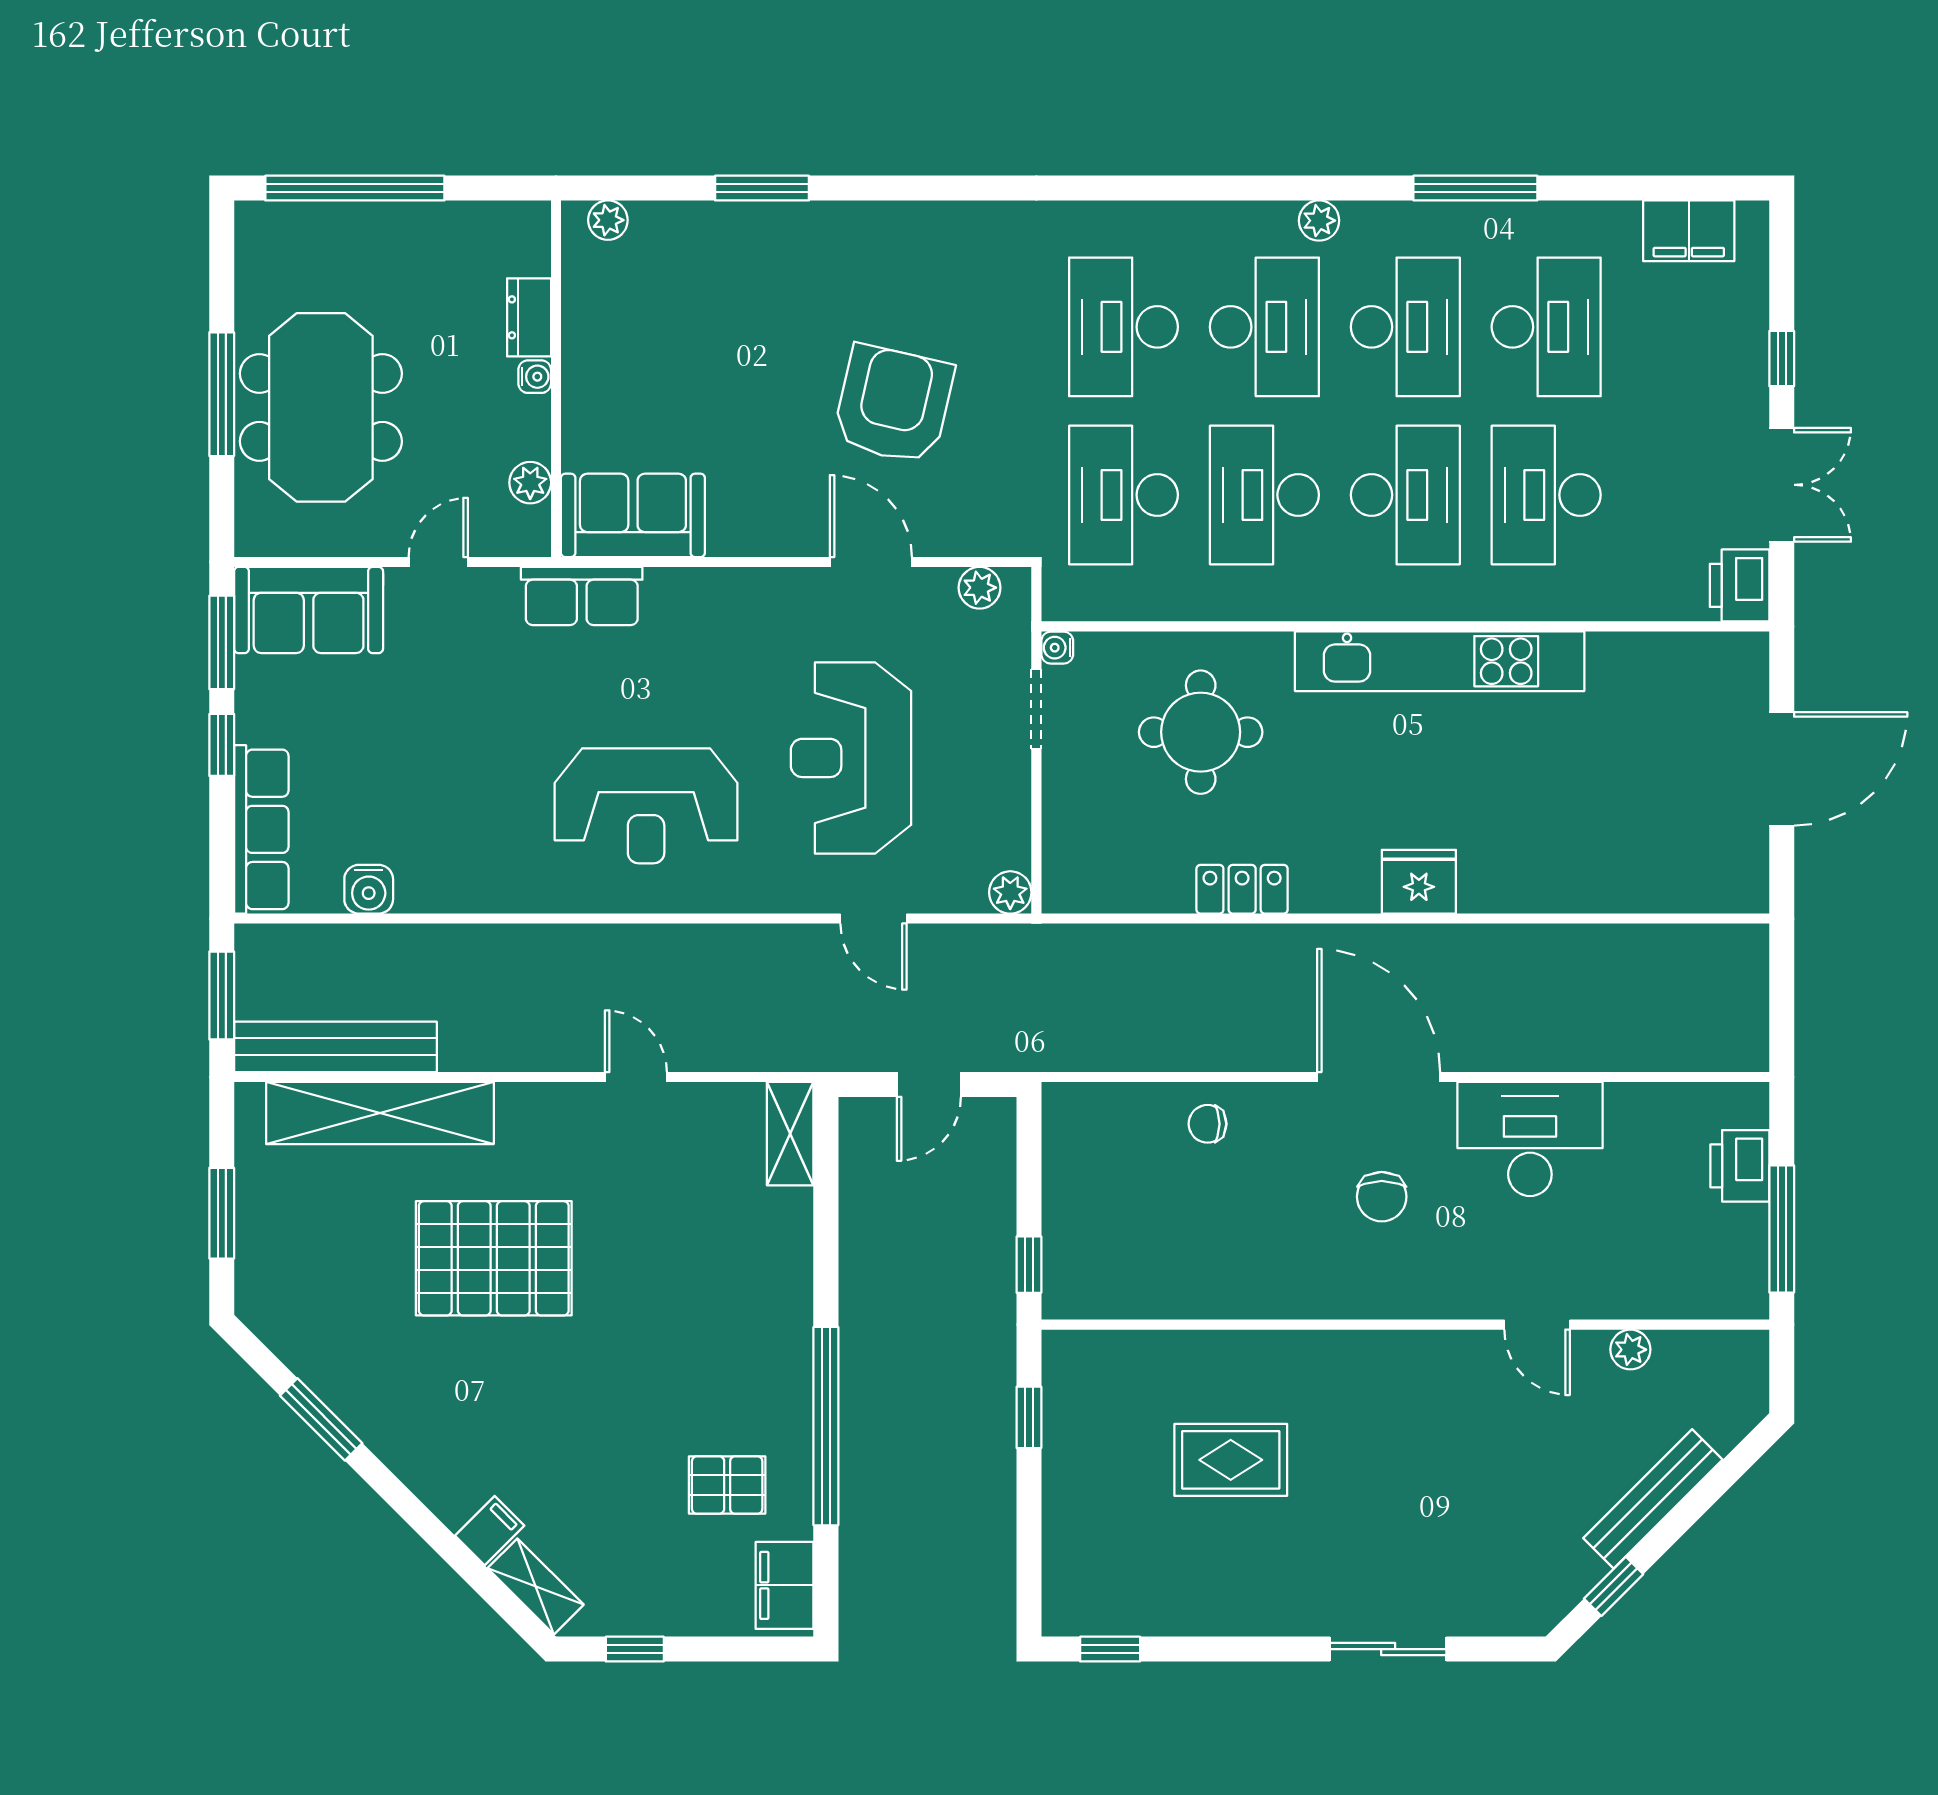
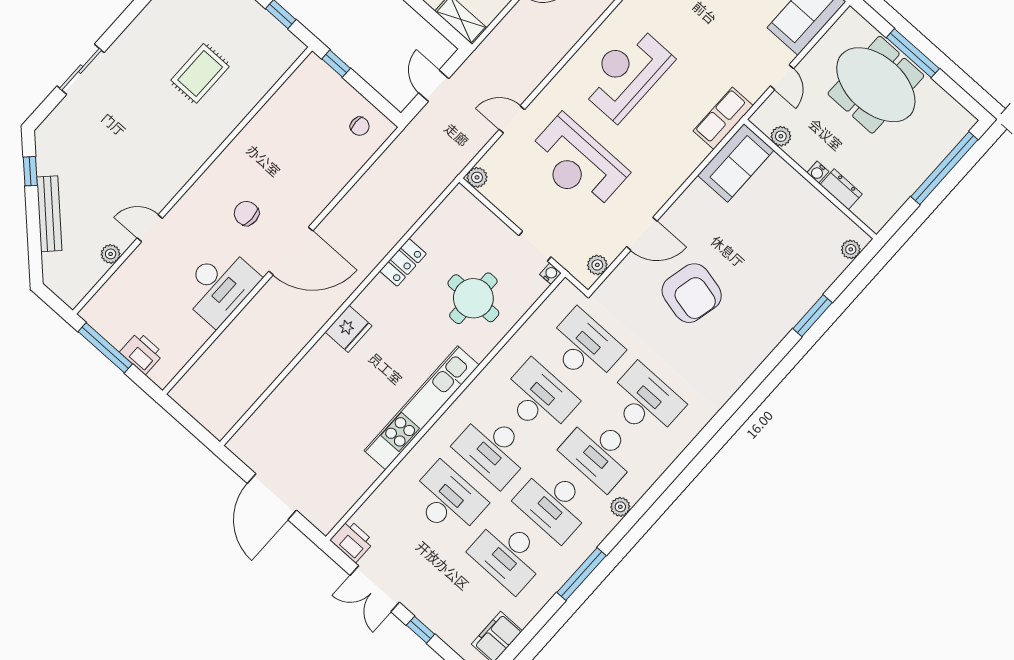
reception desk: (851, 758) -> (577, 163), turned 180
chair: (1208, 1124) -> (360, 126), moved, turned 90

